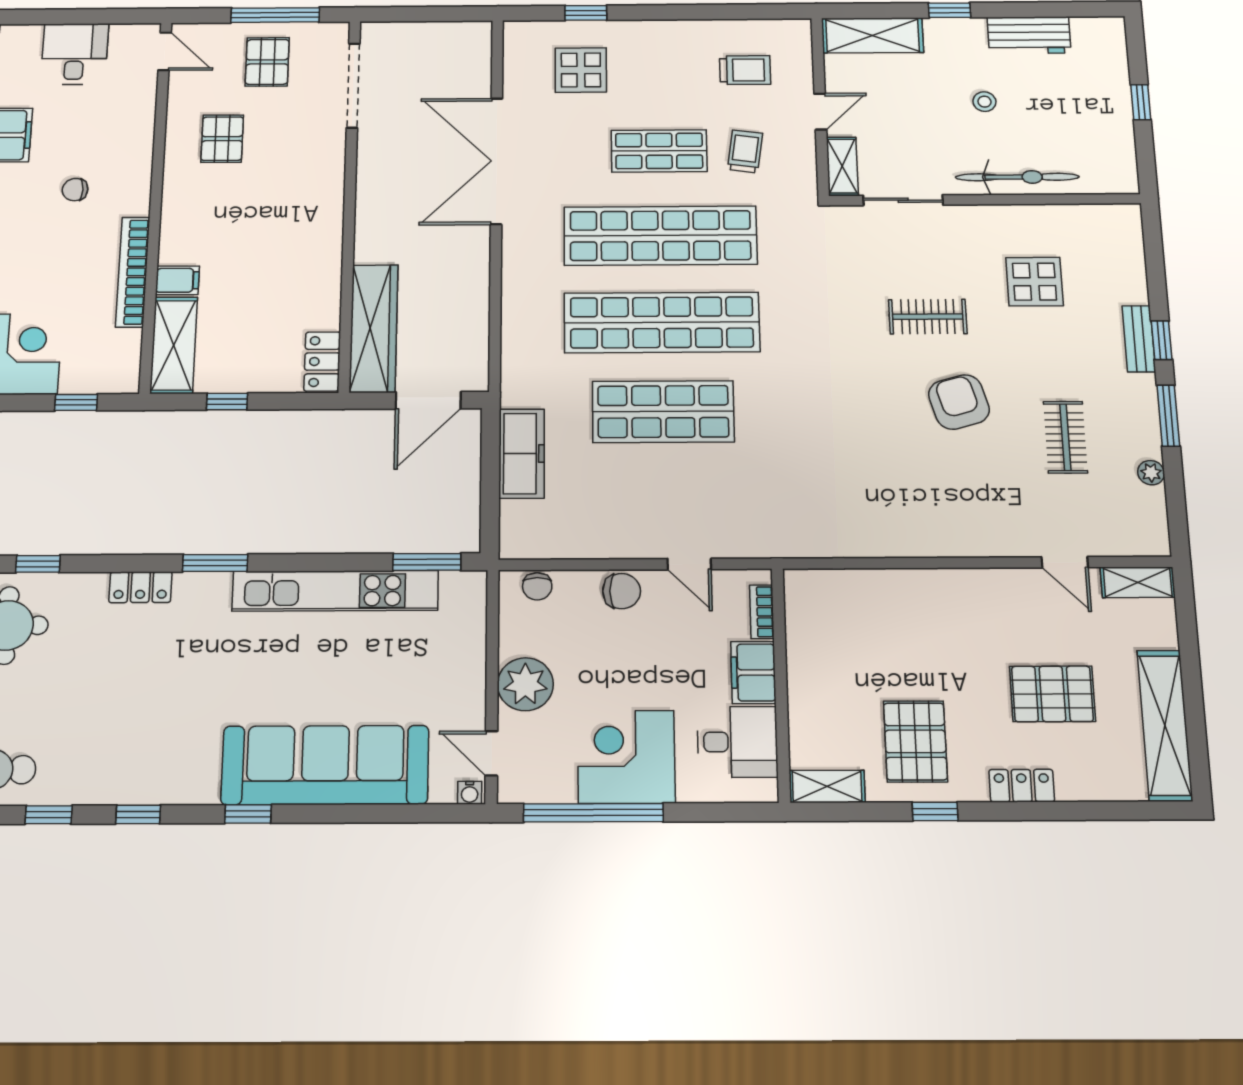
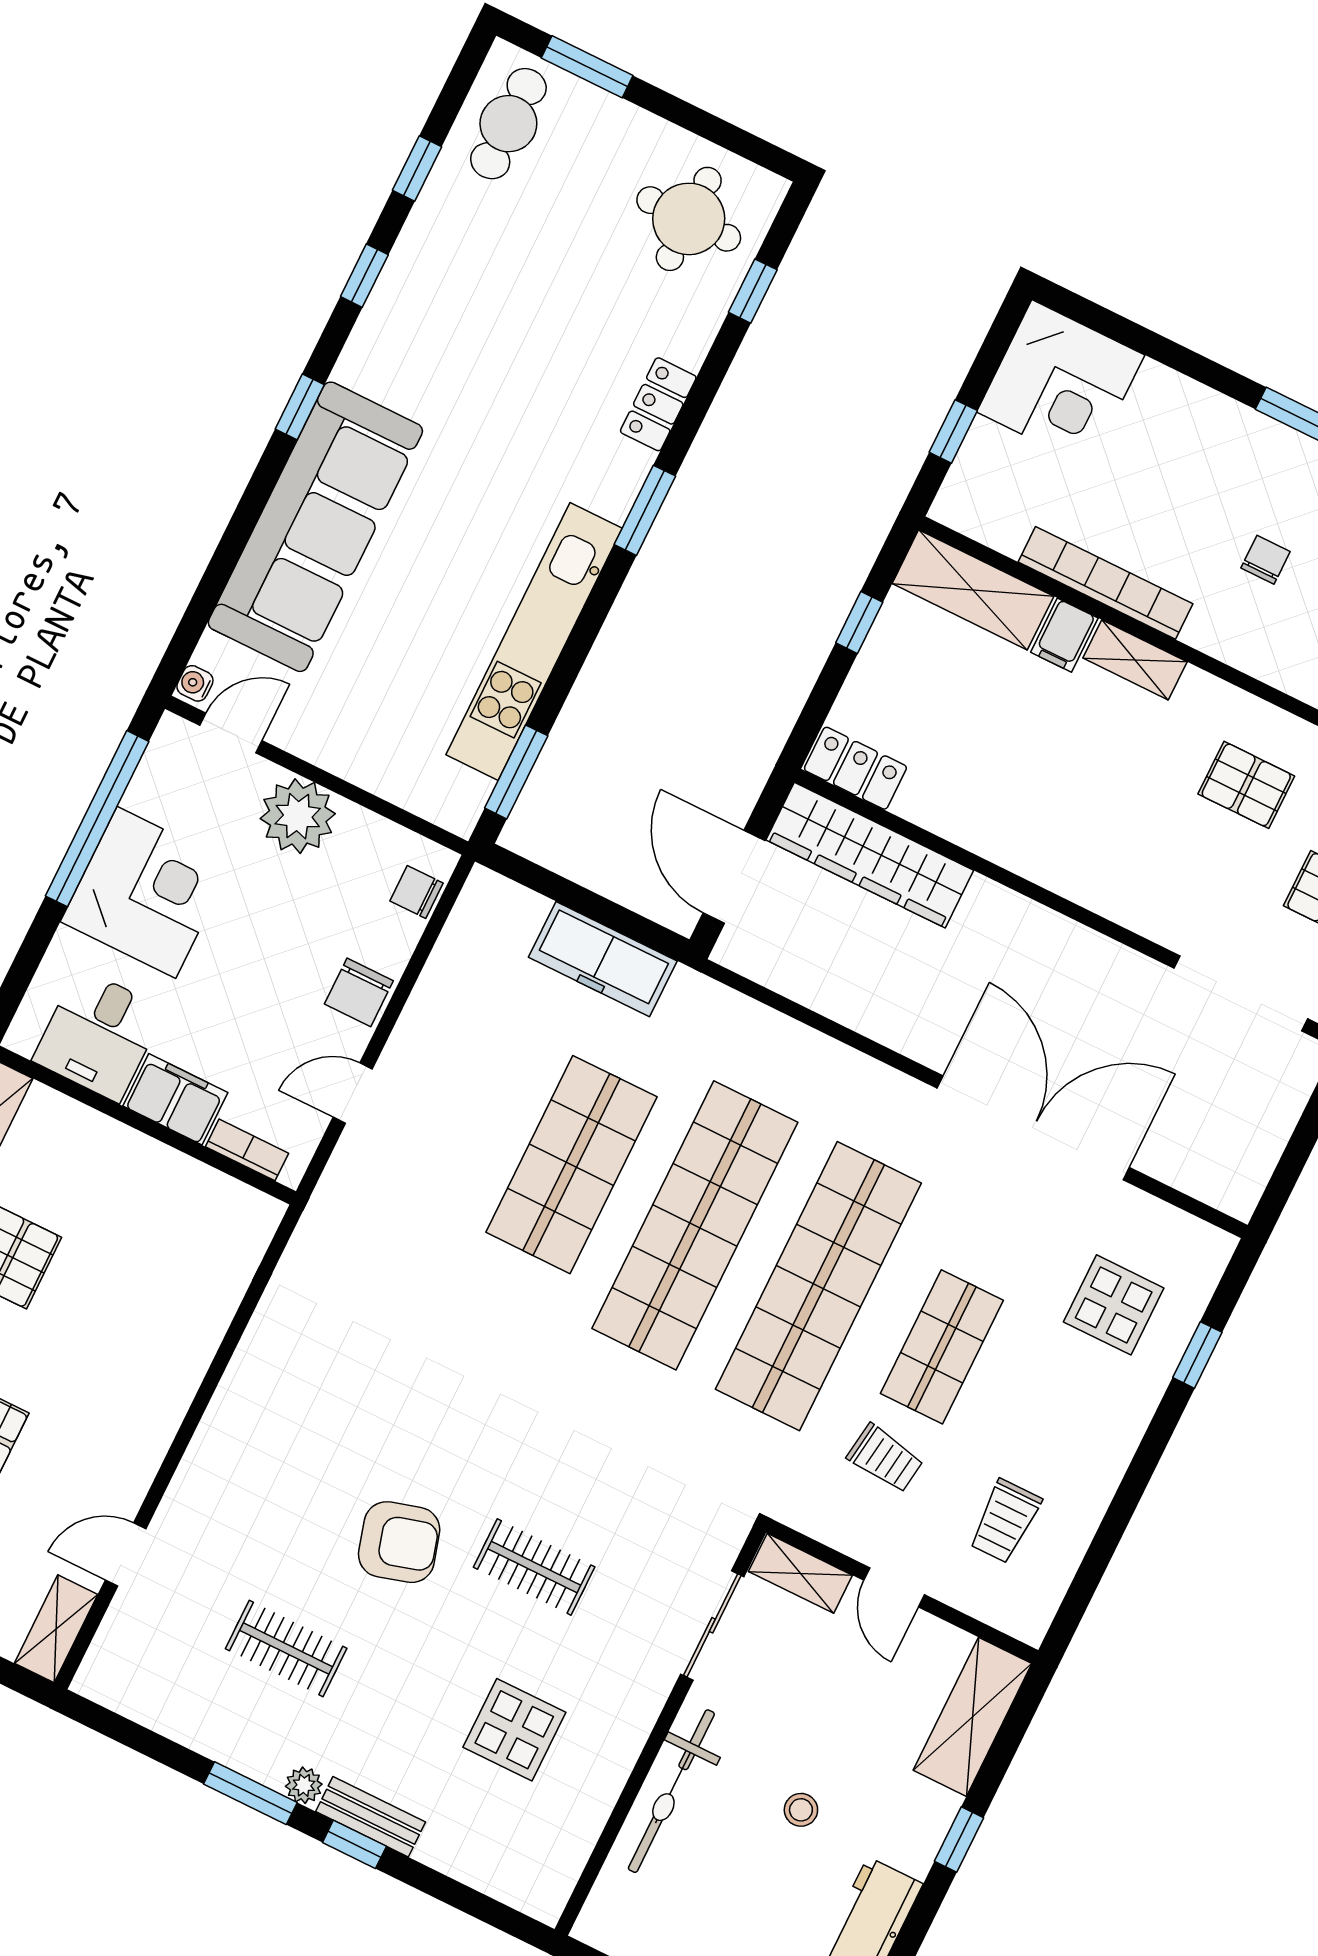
shelving: (174, 234) -> (1135, 660), added
clothes rail: (928, 317) -> (534, 1567), turned 90
plant: (1151, 473) -> (304, 1785), moved

